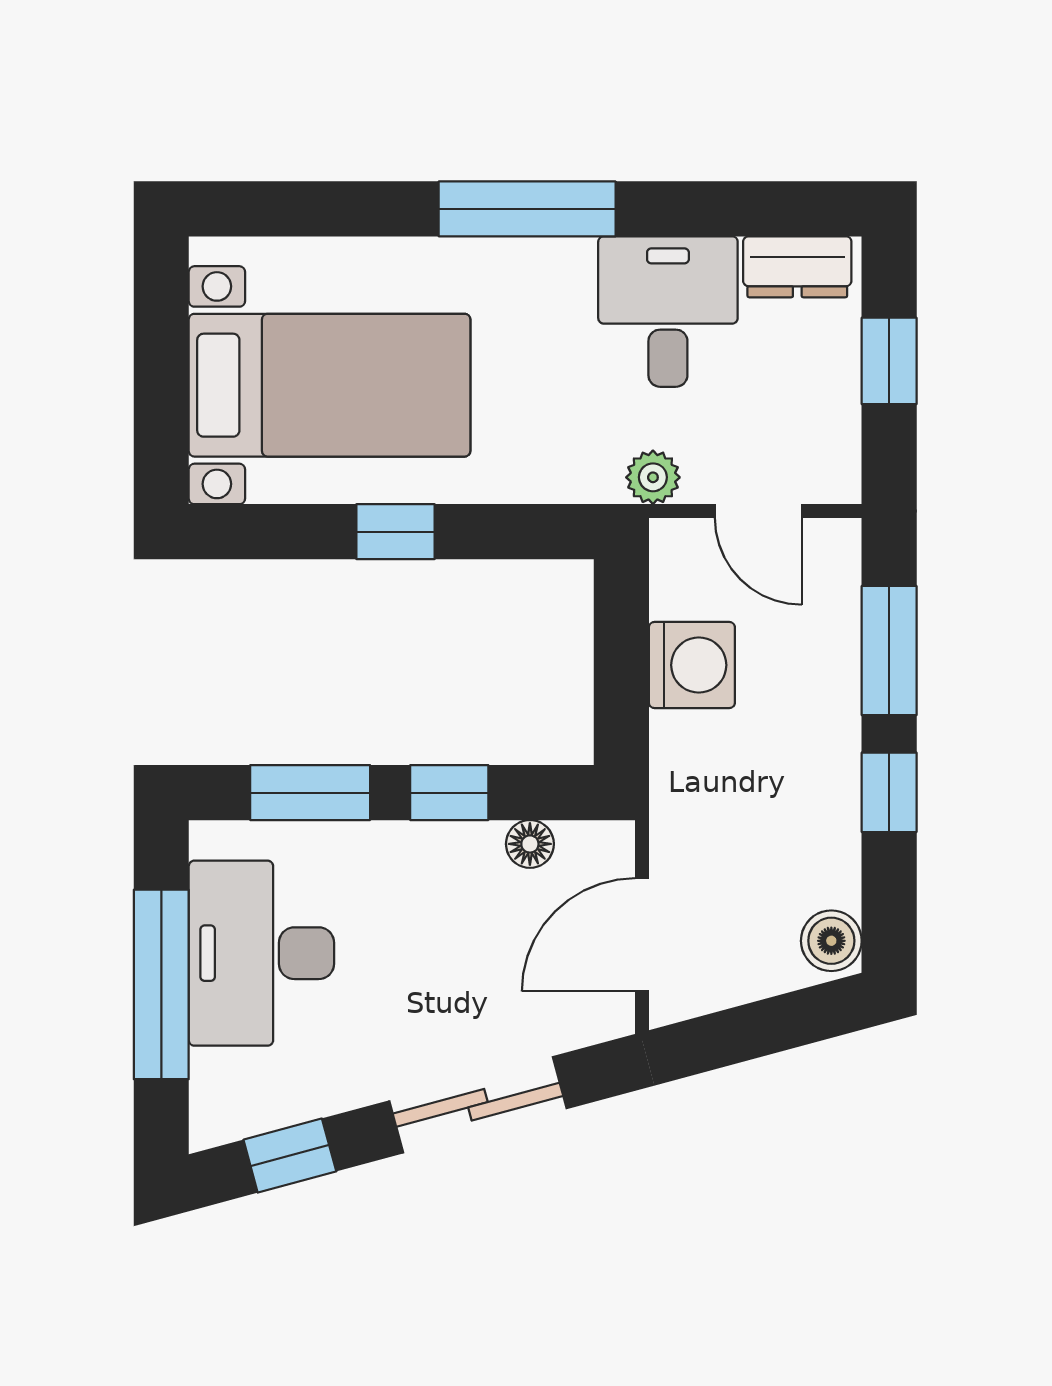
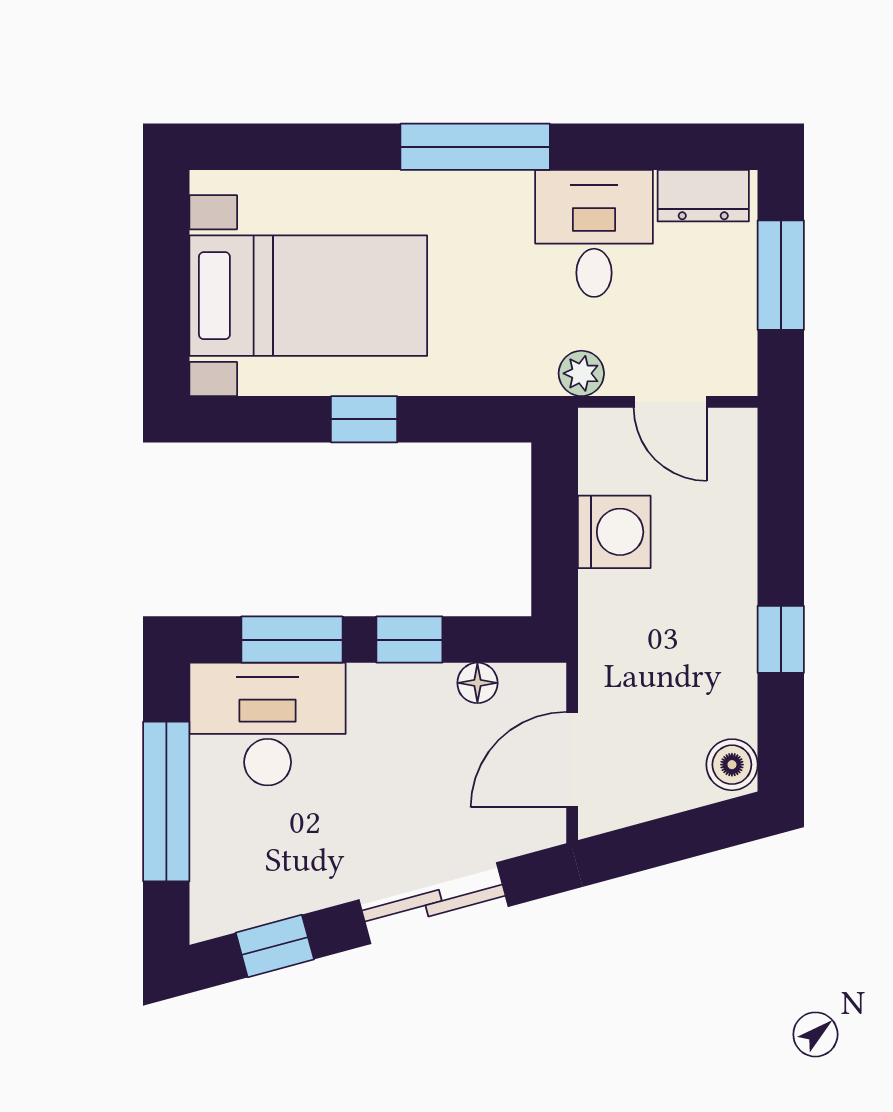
window: (889, 361) -> (781, 275), width x1.50
window: (889, 651) -> (781, 520), removed
desk: (261, 953) -> (268, 724), moved, turned 90

